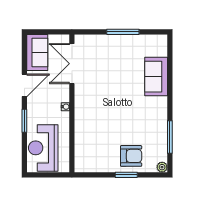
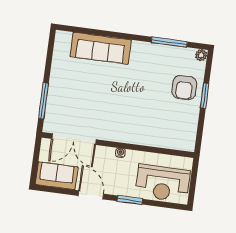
window: (123, 32) -> (44, 101), moved
sofa: (156, 77) -> (101, 48), width x1.36
armchair: (131, 156) -> (184, 88), turned 180

